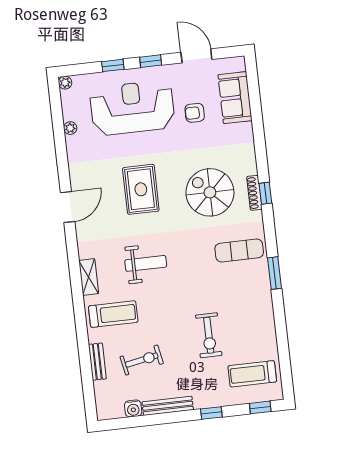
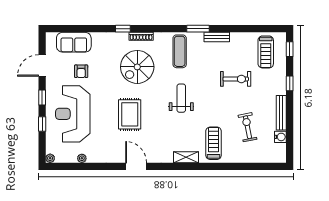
rug: (141, 189) -> (130, 114), turned 90
window: (265, 193) -> (123, 29), moved
weight bench: (146, 263) -> (181, 98), moved
bench: (97, 362) -> (217, 37), moved

